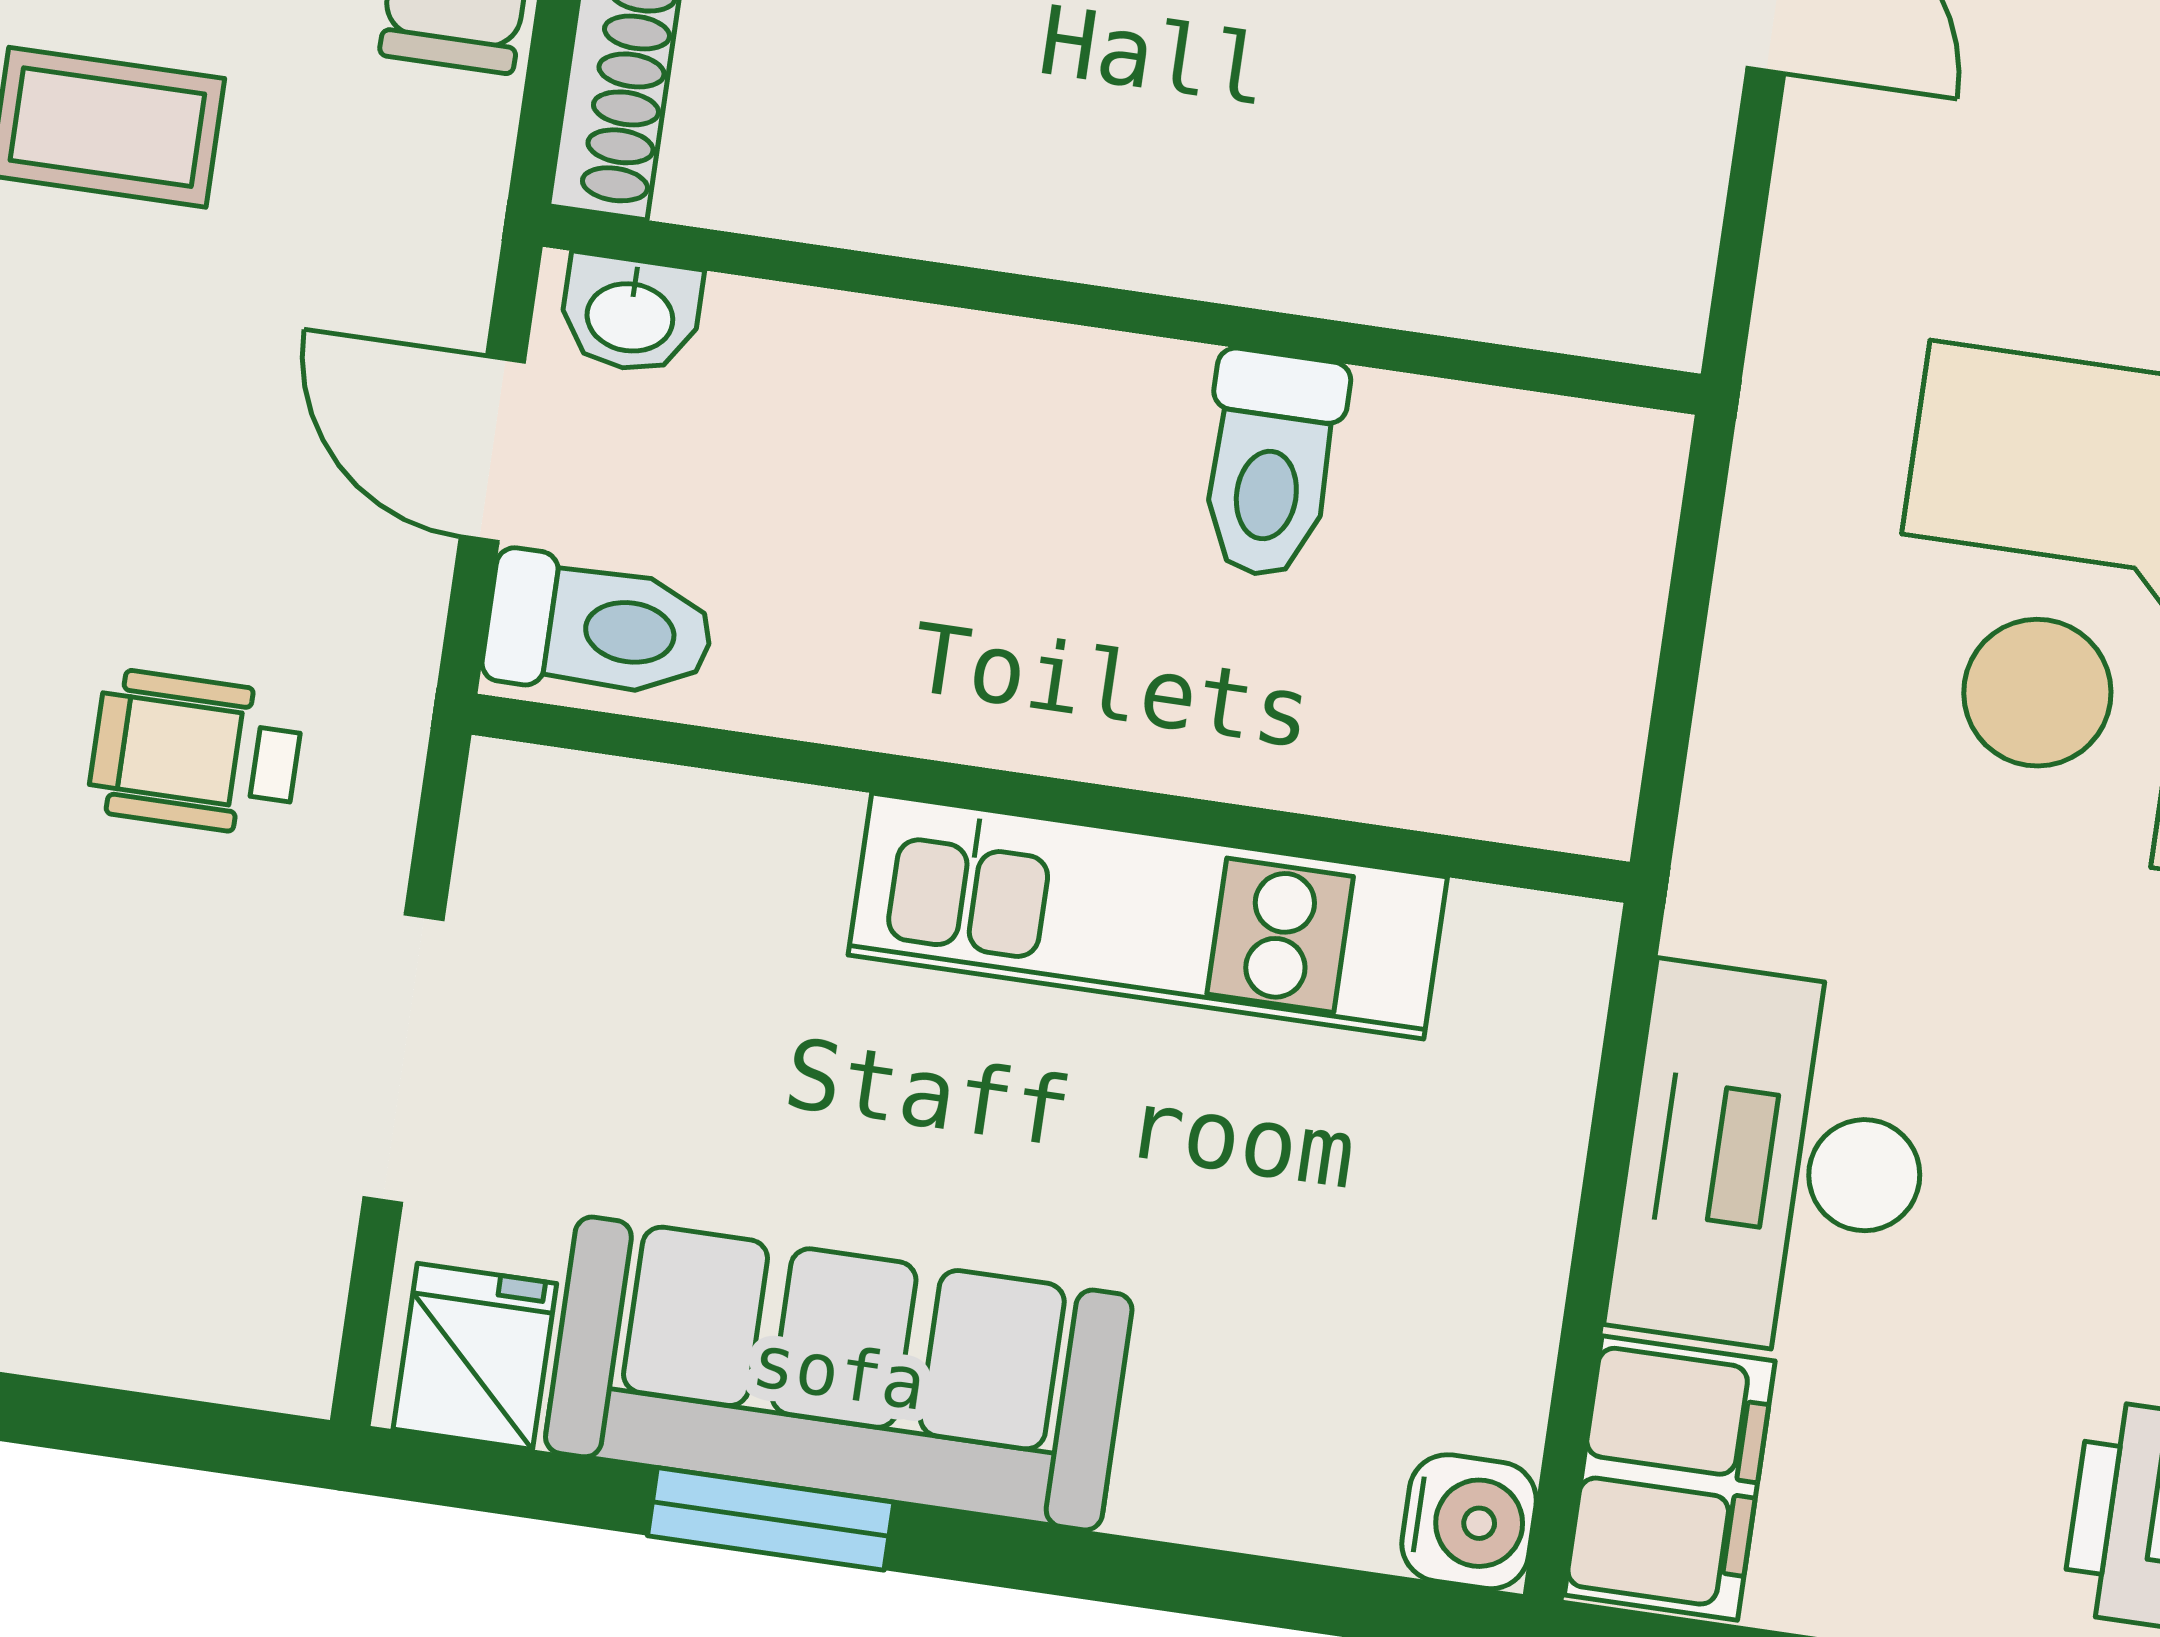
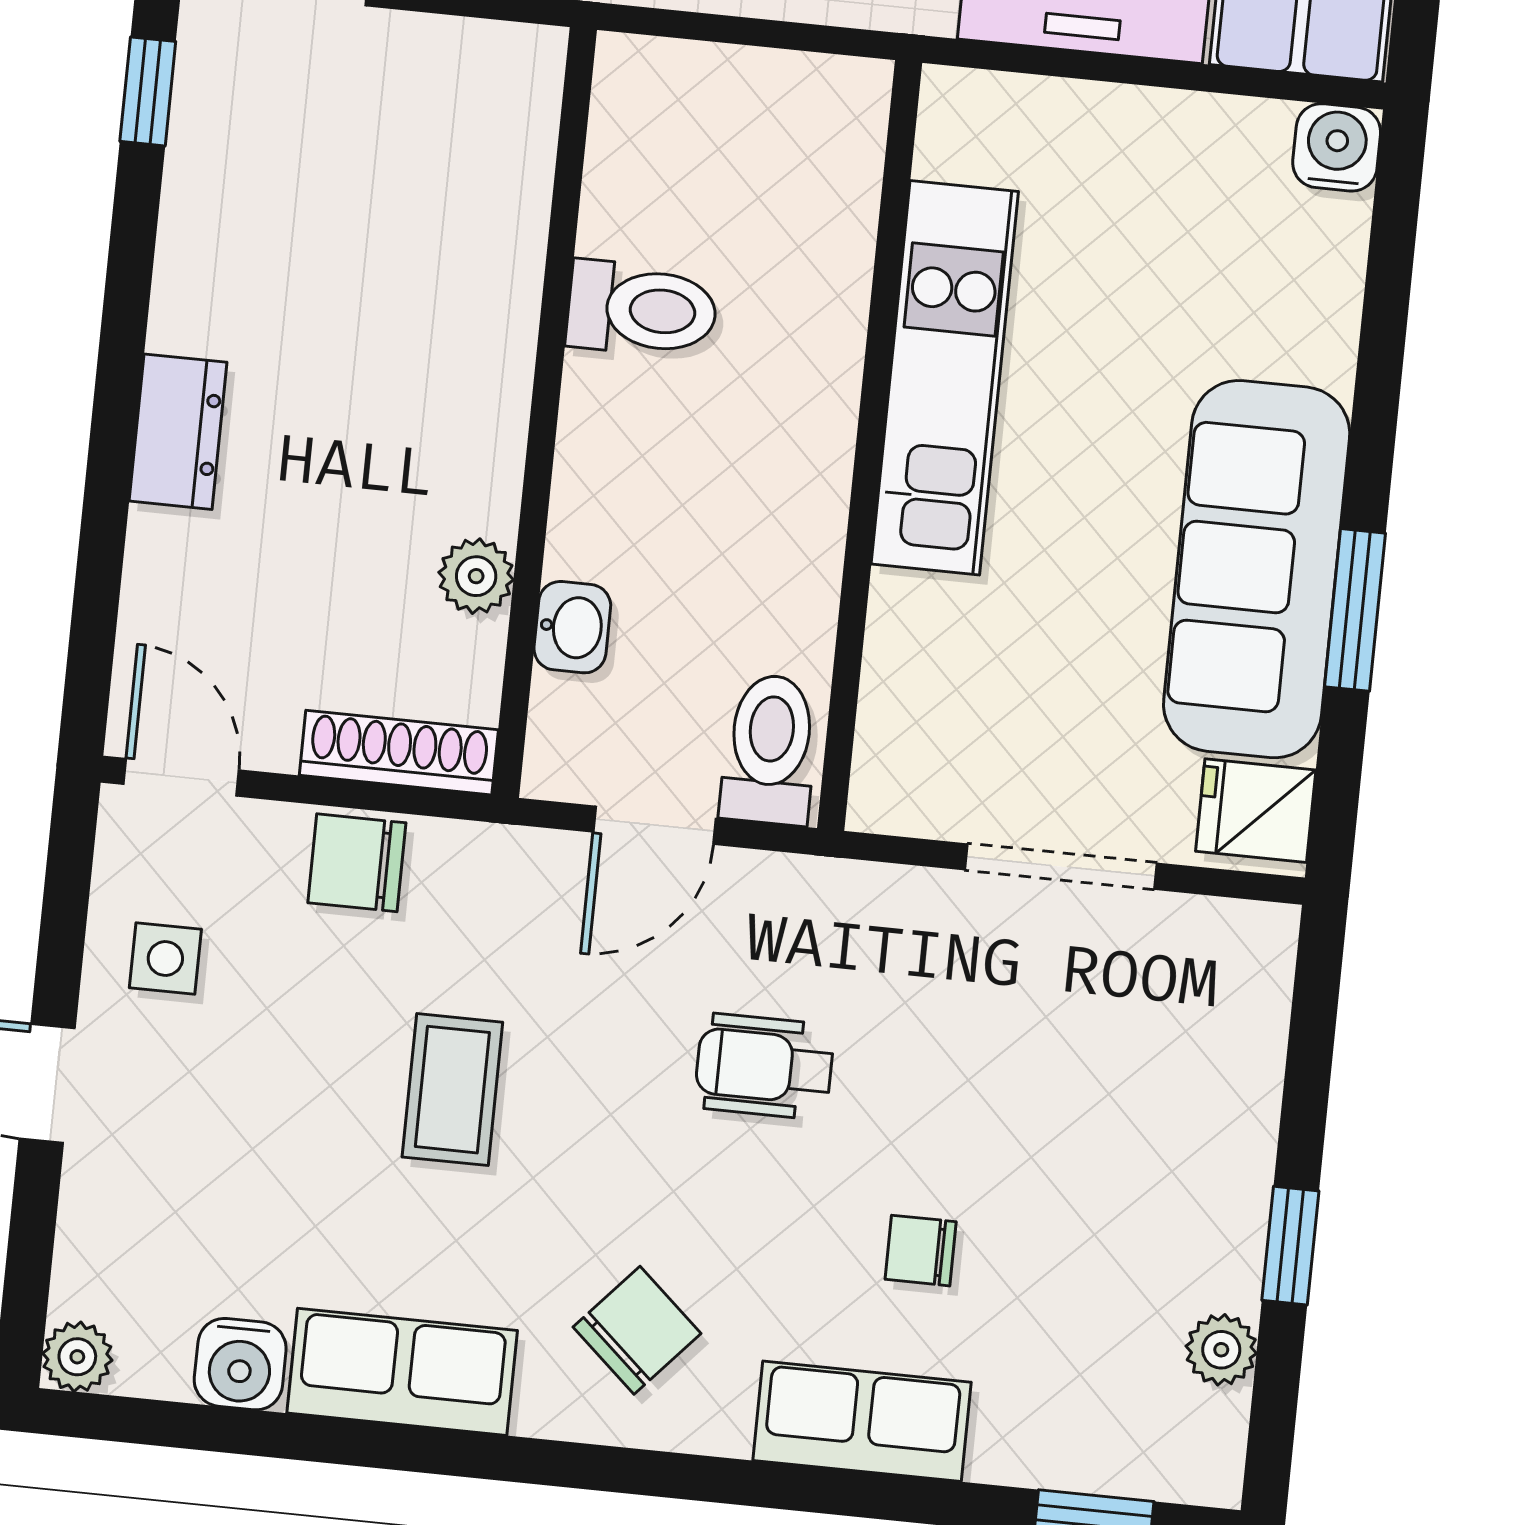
plant: (879, 197) -> (476, 576), added
washbasin: (630, 314) -> (572, 627), moved
wheelchair: (196, 753) -> (764, 1066), moved, turned 90

